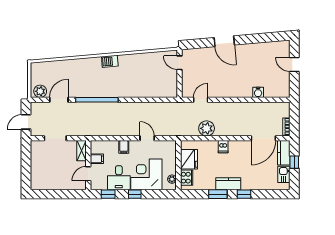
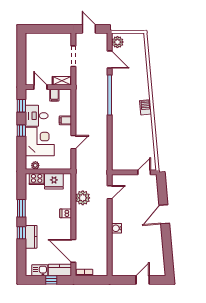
water cooler: (258, 92) -> (117, 228), moved
door: (201, 100) -> (110, 192), hinge flipped
kitchen counter: (228, 184) -> (31, 237), moved

